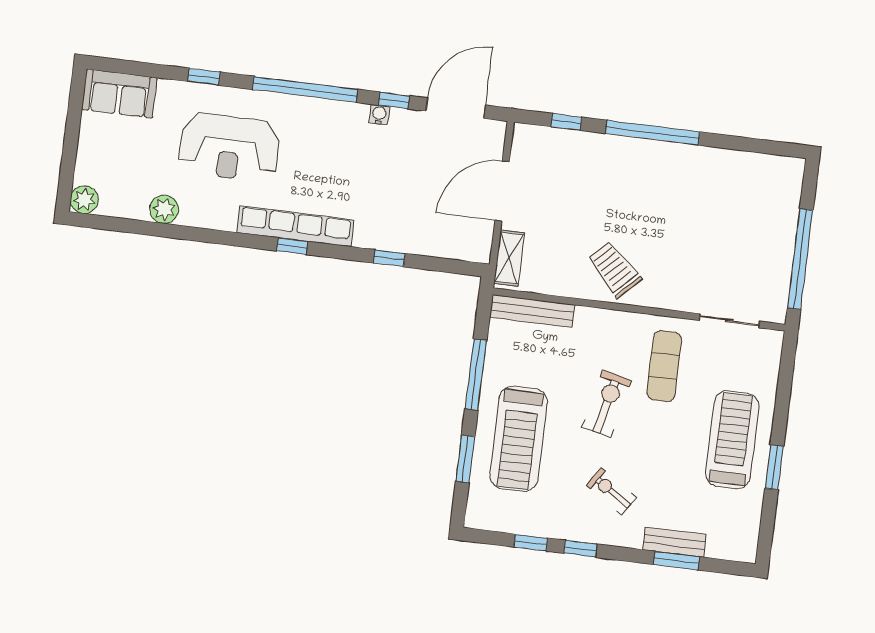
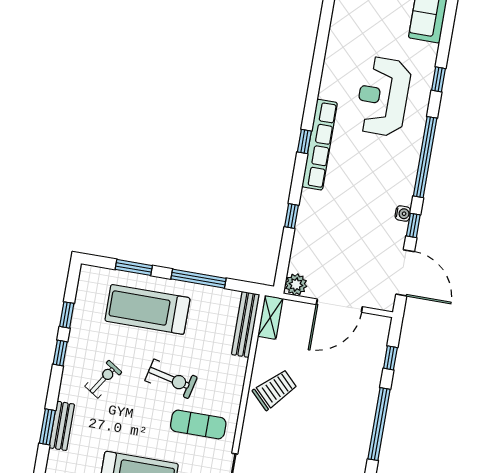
door: (502, 191) -> (339, 306), swing flipped
plant: (164, 209) -> (296, 285), moved
shelving: (509, 258) -> (270, 317), moved, turned 90

